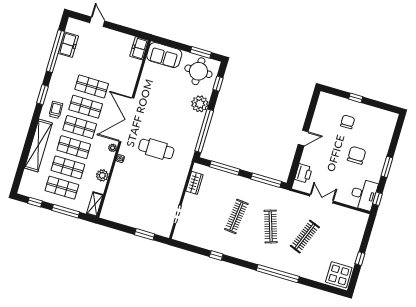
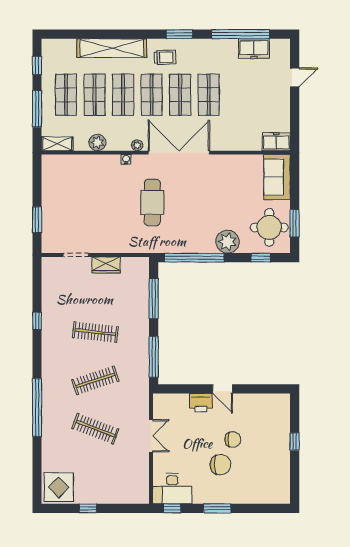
chair: (348, 122) -> (233, 440), moved
printer: (303, 173) -> (201, 403), moved
wardrobe: (194, 183) -> (106, 265), moved

